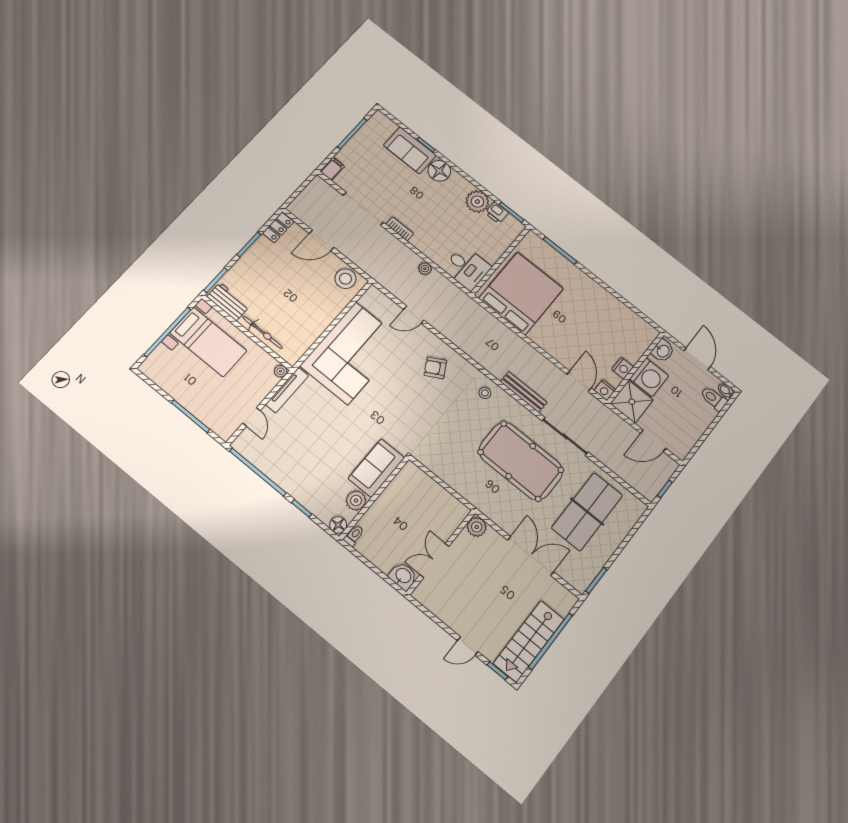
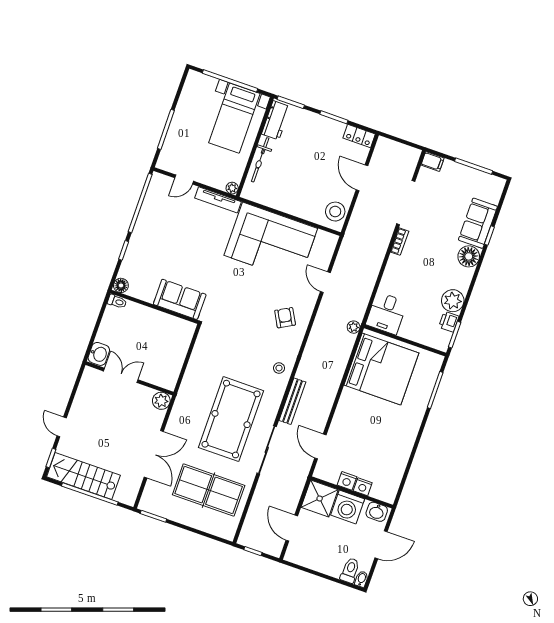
plant: (425, 269) -> (354, 327), moved
door: (579, 381) -> (320, 446), swing flipped
nightstand: (605, 390) -> (363, 487), moved, turned -90
plant: (356, 500) -> (146, 293), removed

